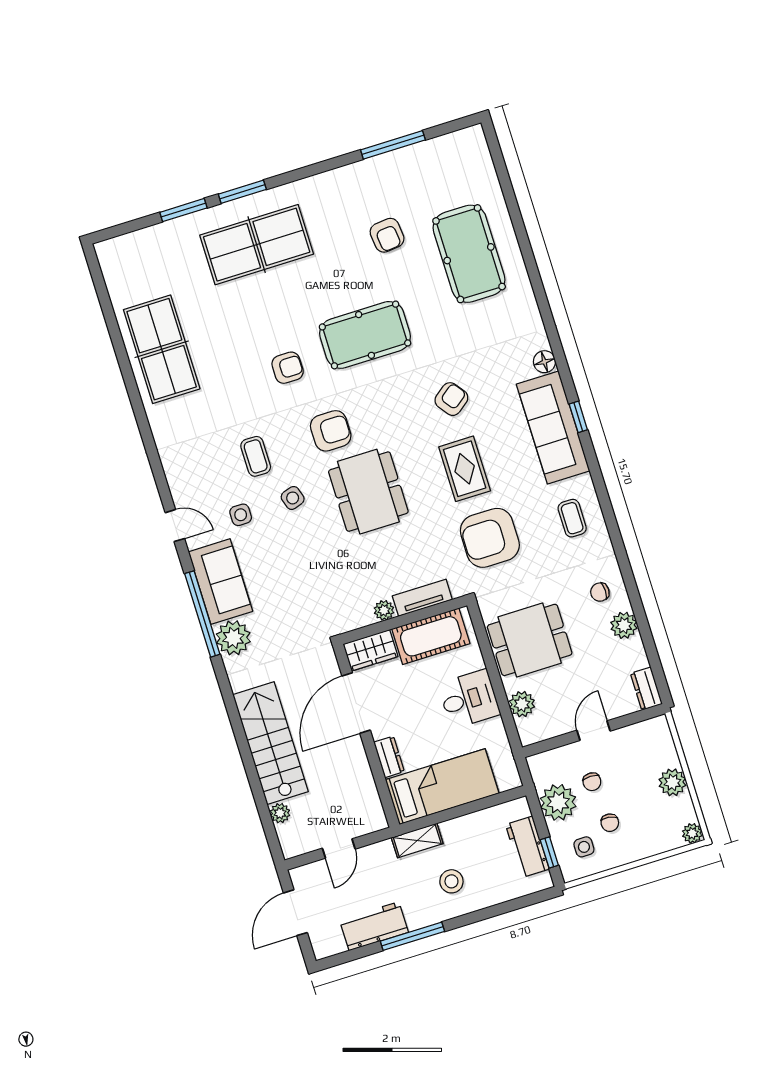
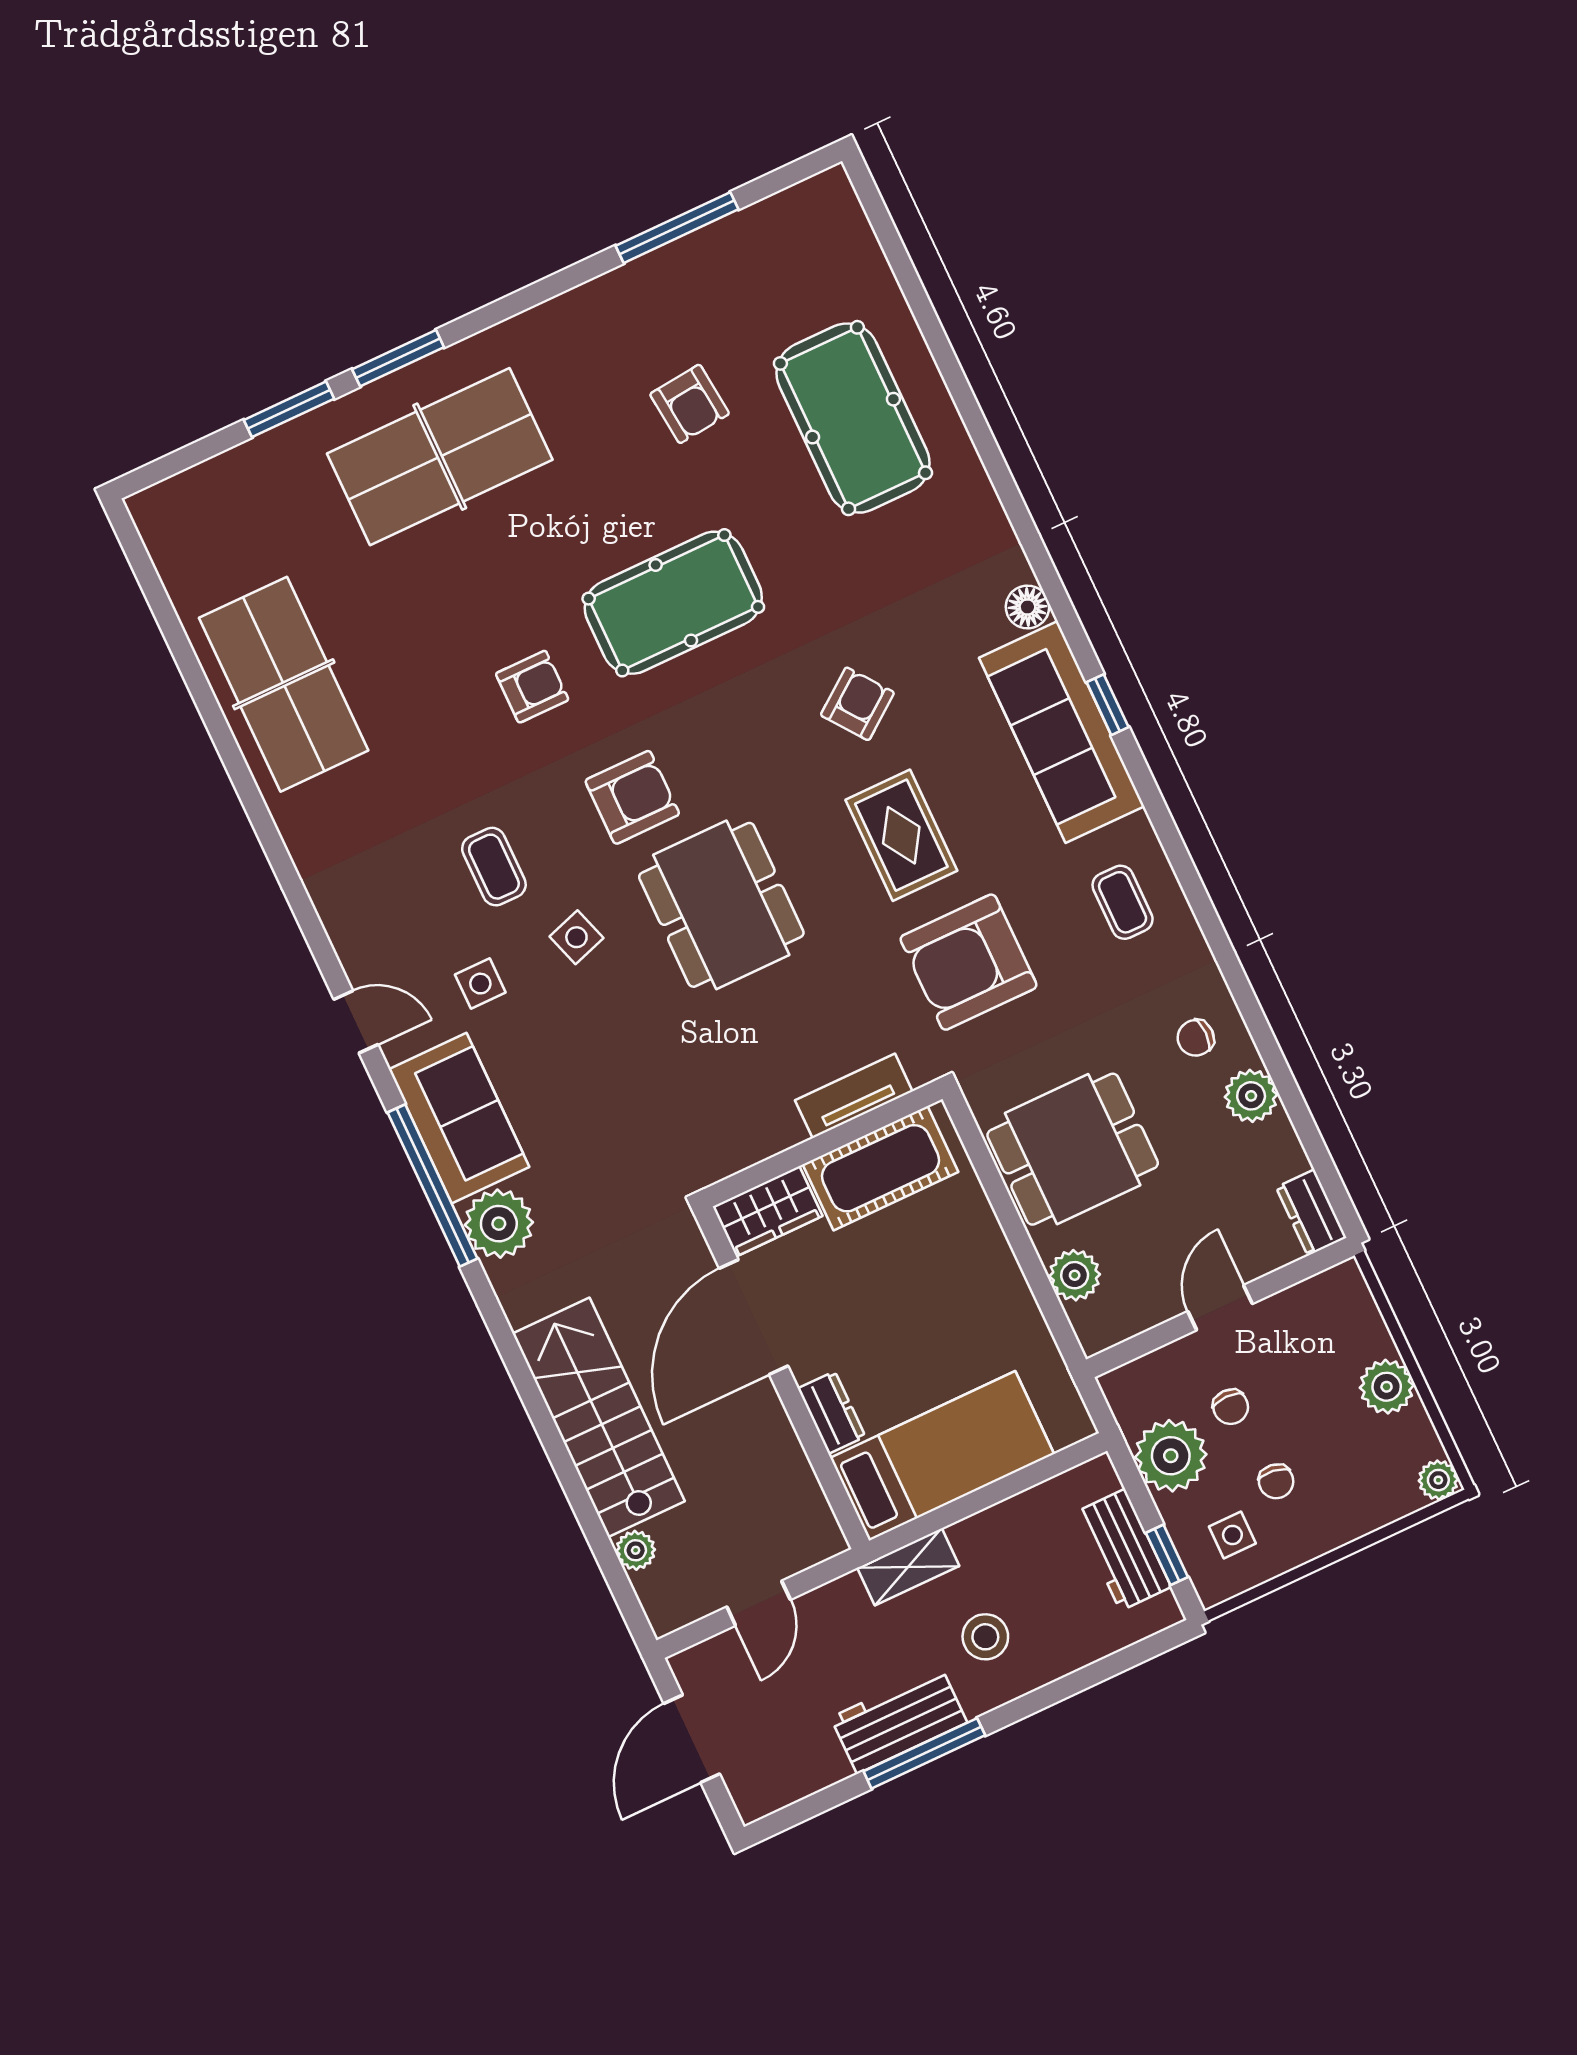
plant: (384, 610) -> (783, 1130), removed
desk: (469, 699) -> (971, 1280), removed
workbench: (374, 926) -> (899, 1720), moved

